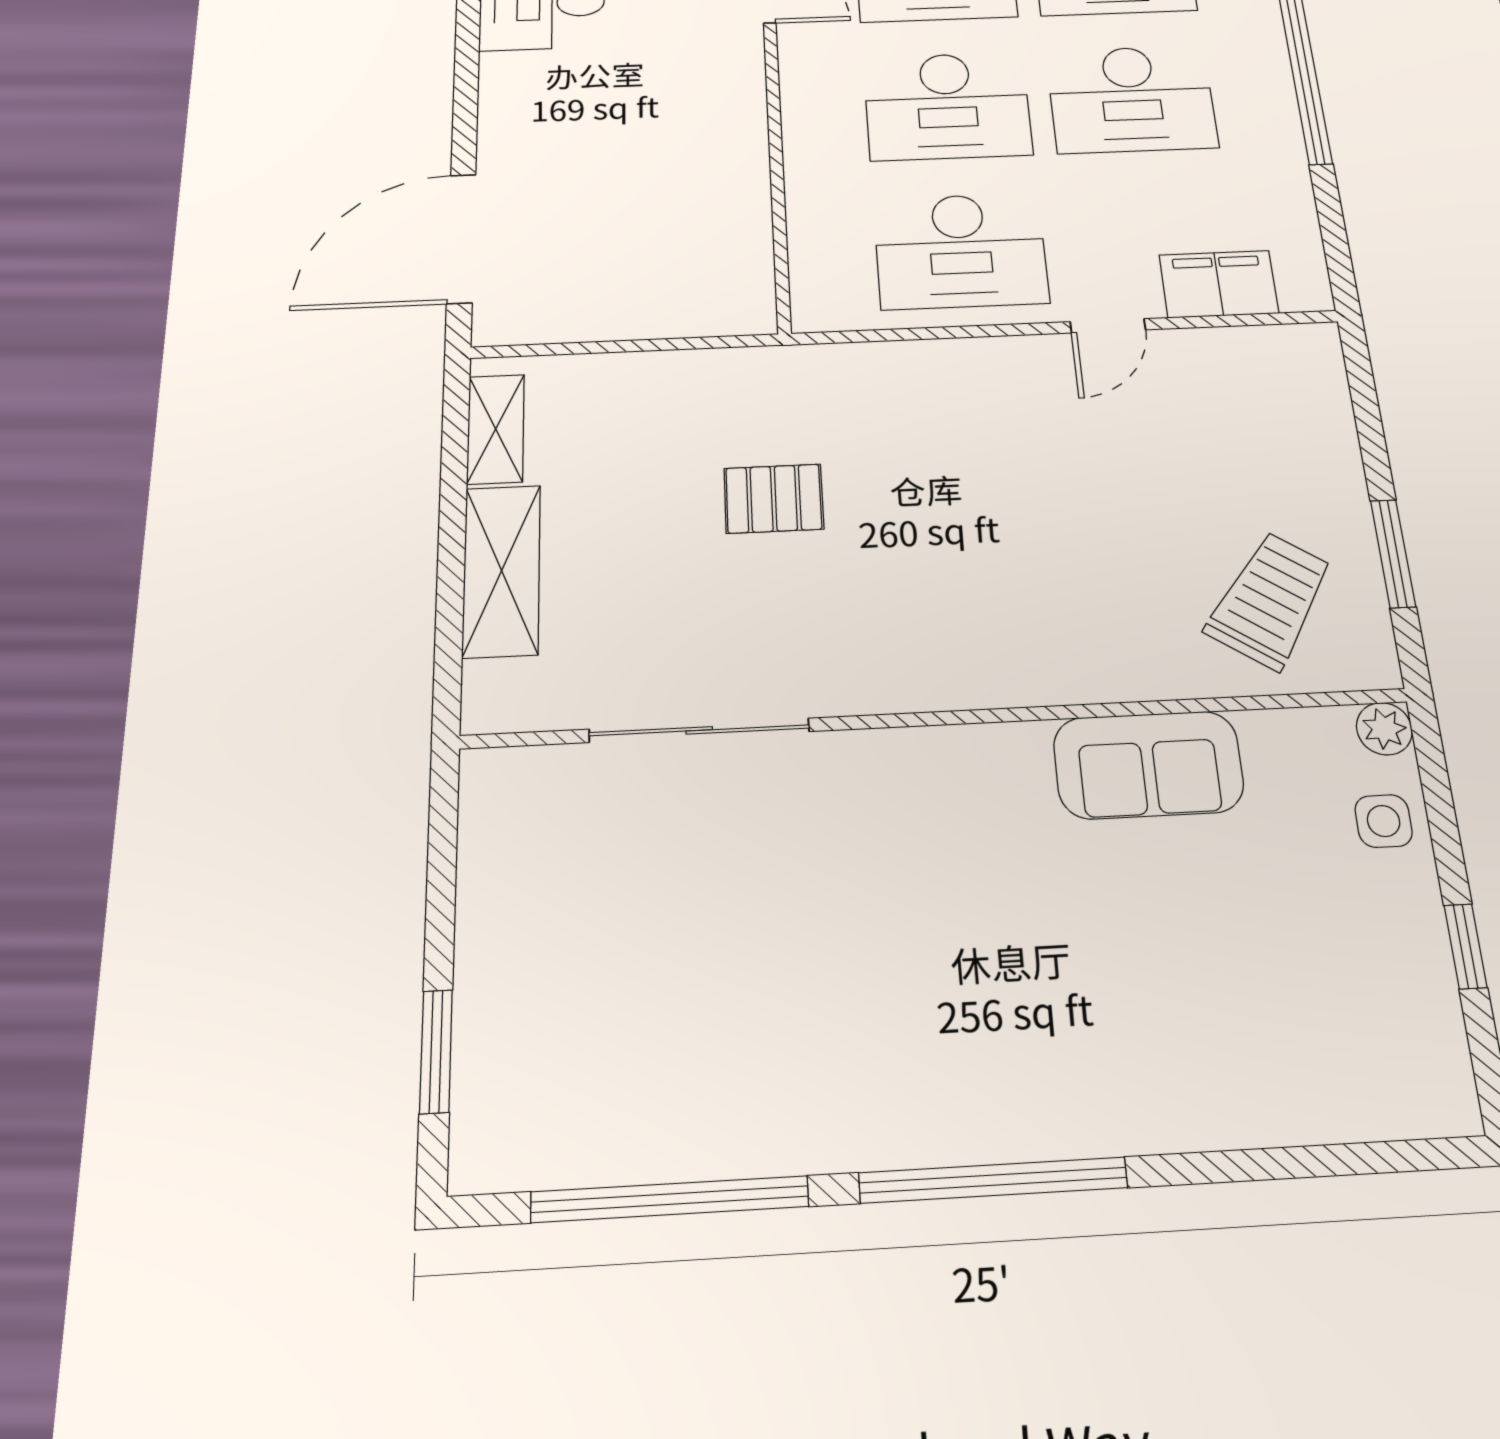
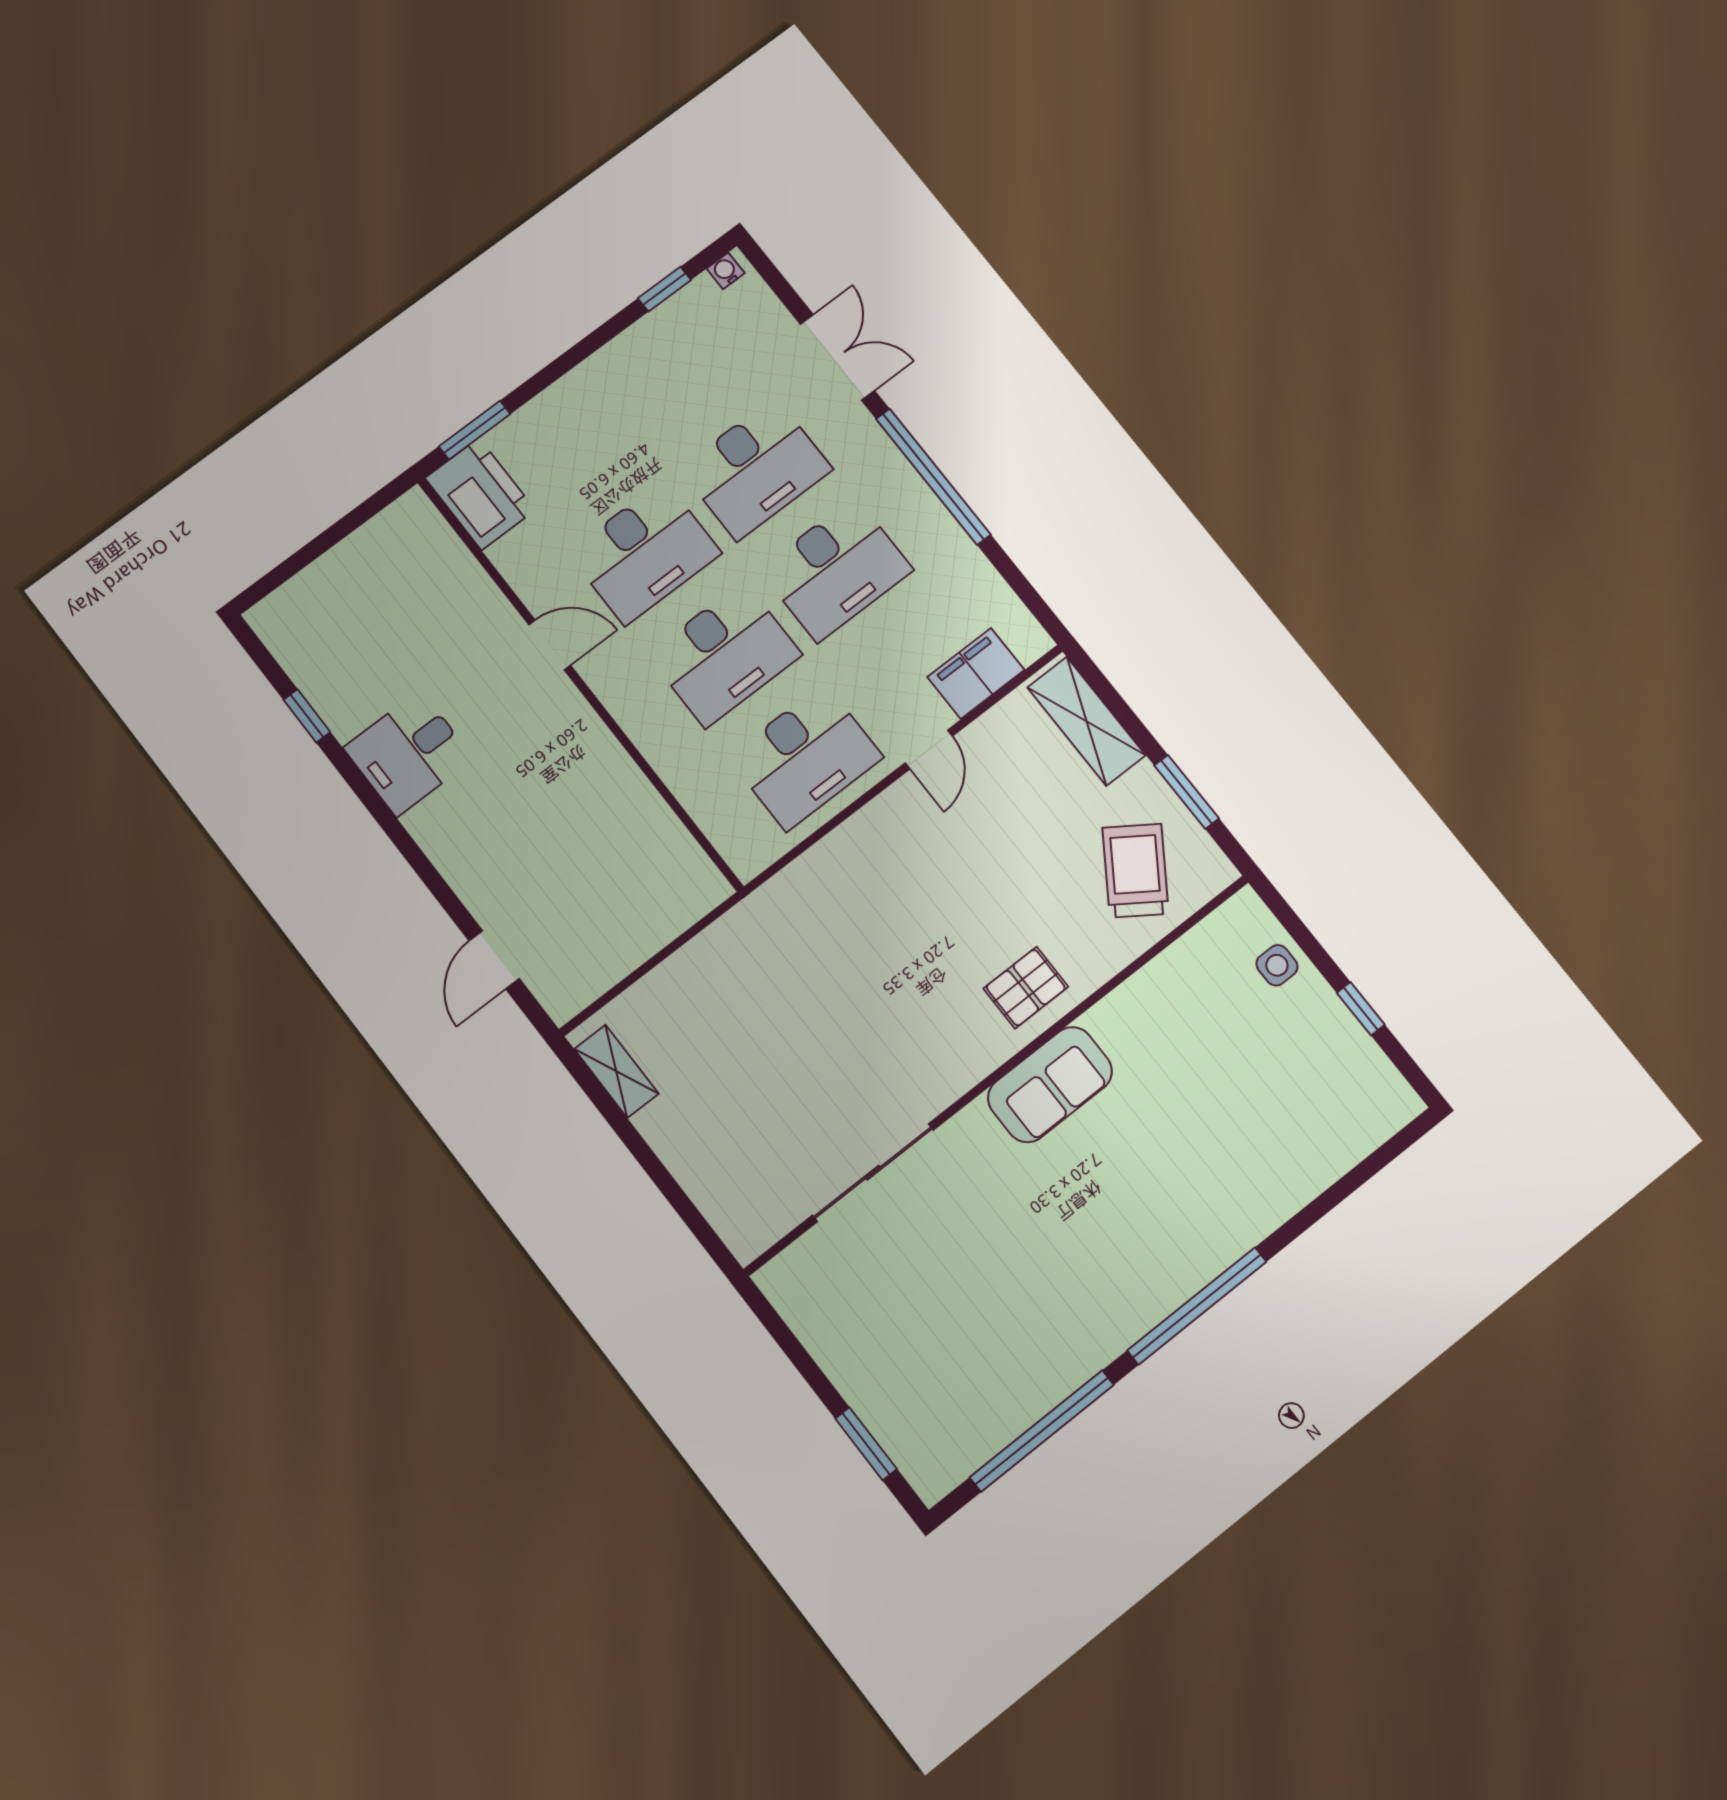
door: (461, 238) -> (494, 960), width x0.53
pallet: (774, 499) -> (1026, 988), moved
shelving: (502, 571) -> (1086, 721), moved
plant: (1384, 729) -> (1245, 908), removed
sofa: (1148, 765) -> (1050, 1085), moved

